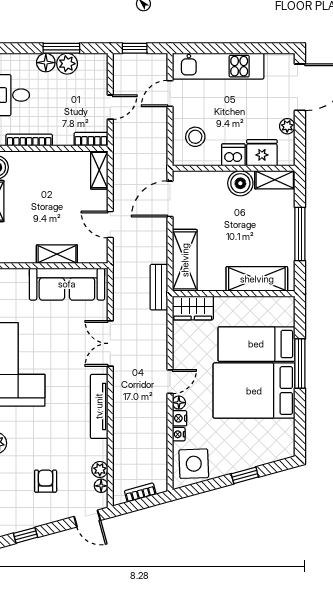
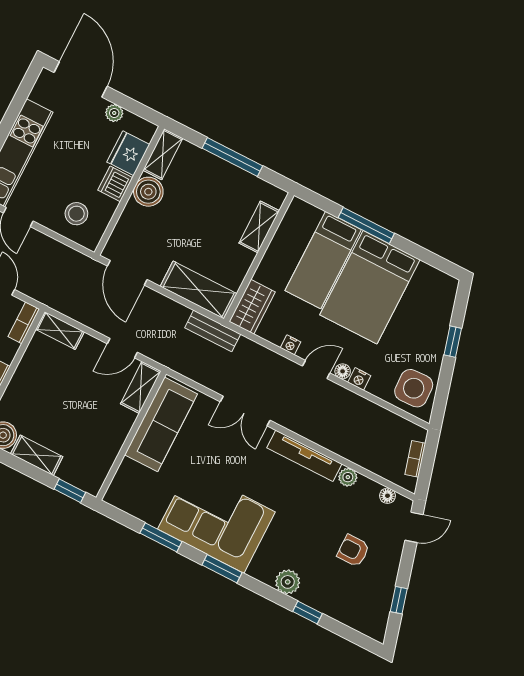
shelving: (57, 254) -> (141, 387), moved
shelving: (257, 279) -> (259, 227), width x0.67, depth x0.75
door: (170, 382) -> (316, 369), hinge flipped
nightstand: (179, 434) -> (291, 345), moved
plant: (100, 469) -> (348, 477), moved

